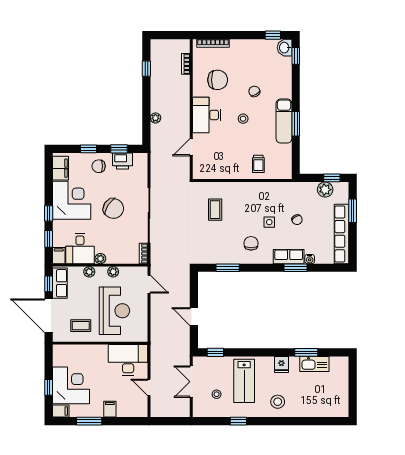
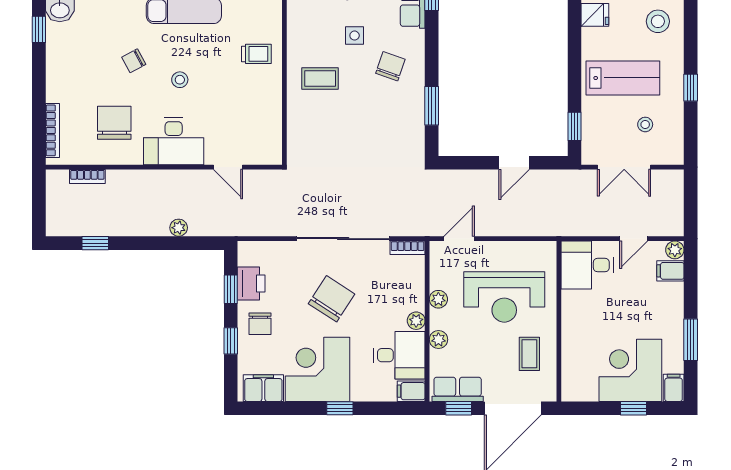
coffee table: (215, 210) -> (320, 79), moved
window: (49, 239) -> (383, 408), removed
chair: (251, 243) -> (390, 66), turned 109
reception desk: (114, 311) -> (504, 297), turned 180
desk: (128, 360) -> (587, 265), width x0.73
filing cabinet: (110, 409) -> (670, 271), moved
plant: (142, 412) -> (675, 250), added

